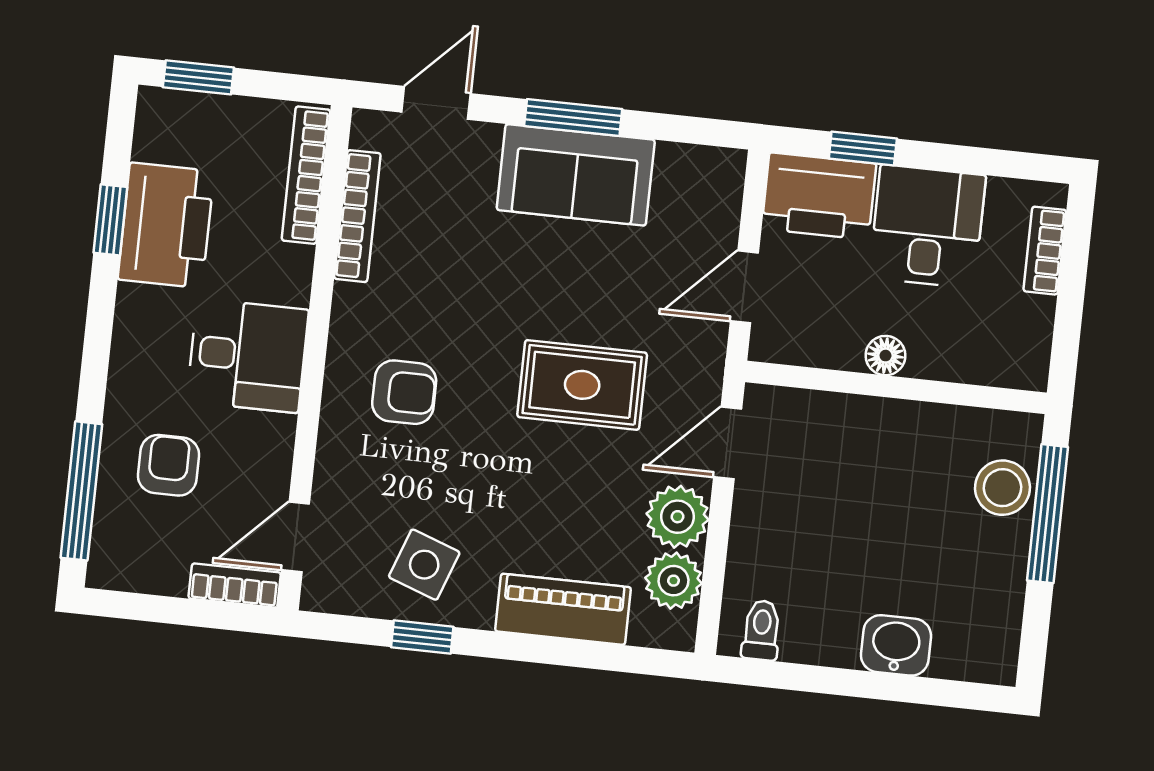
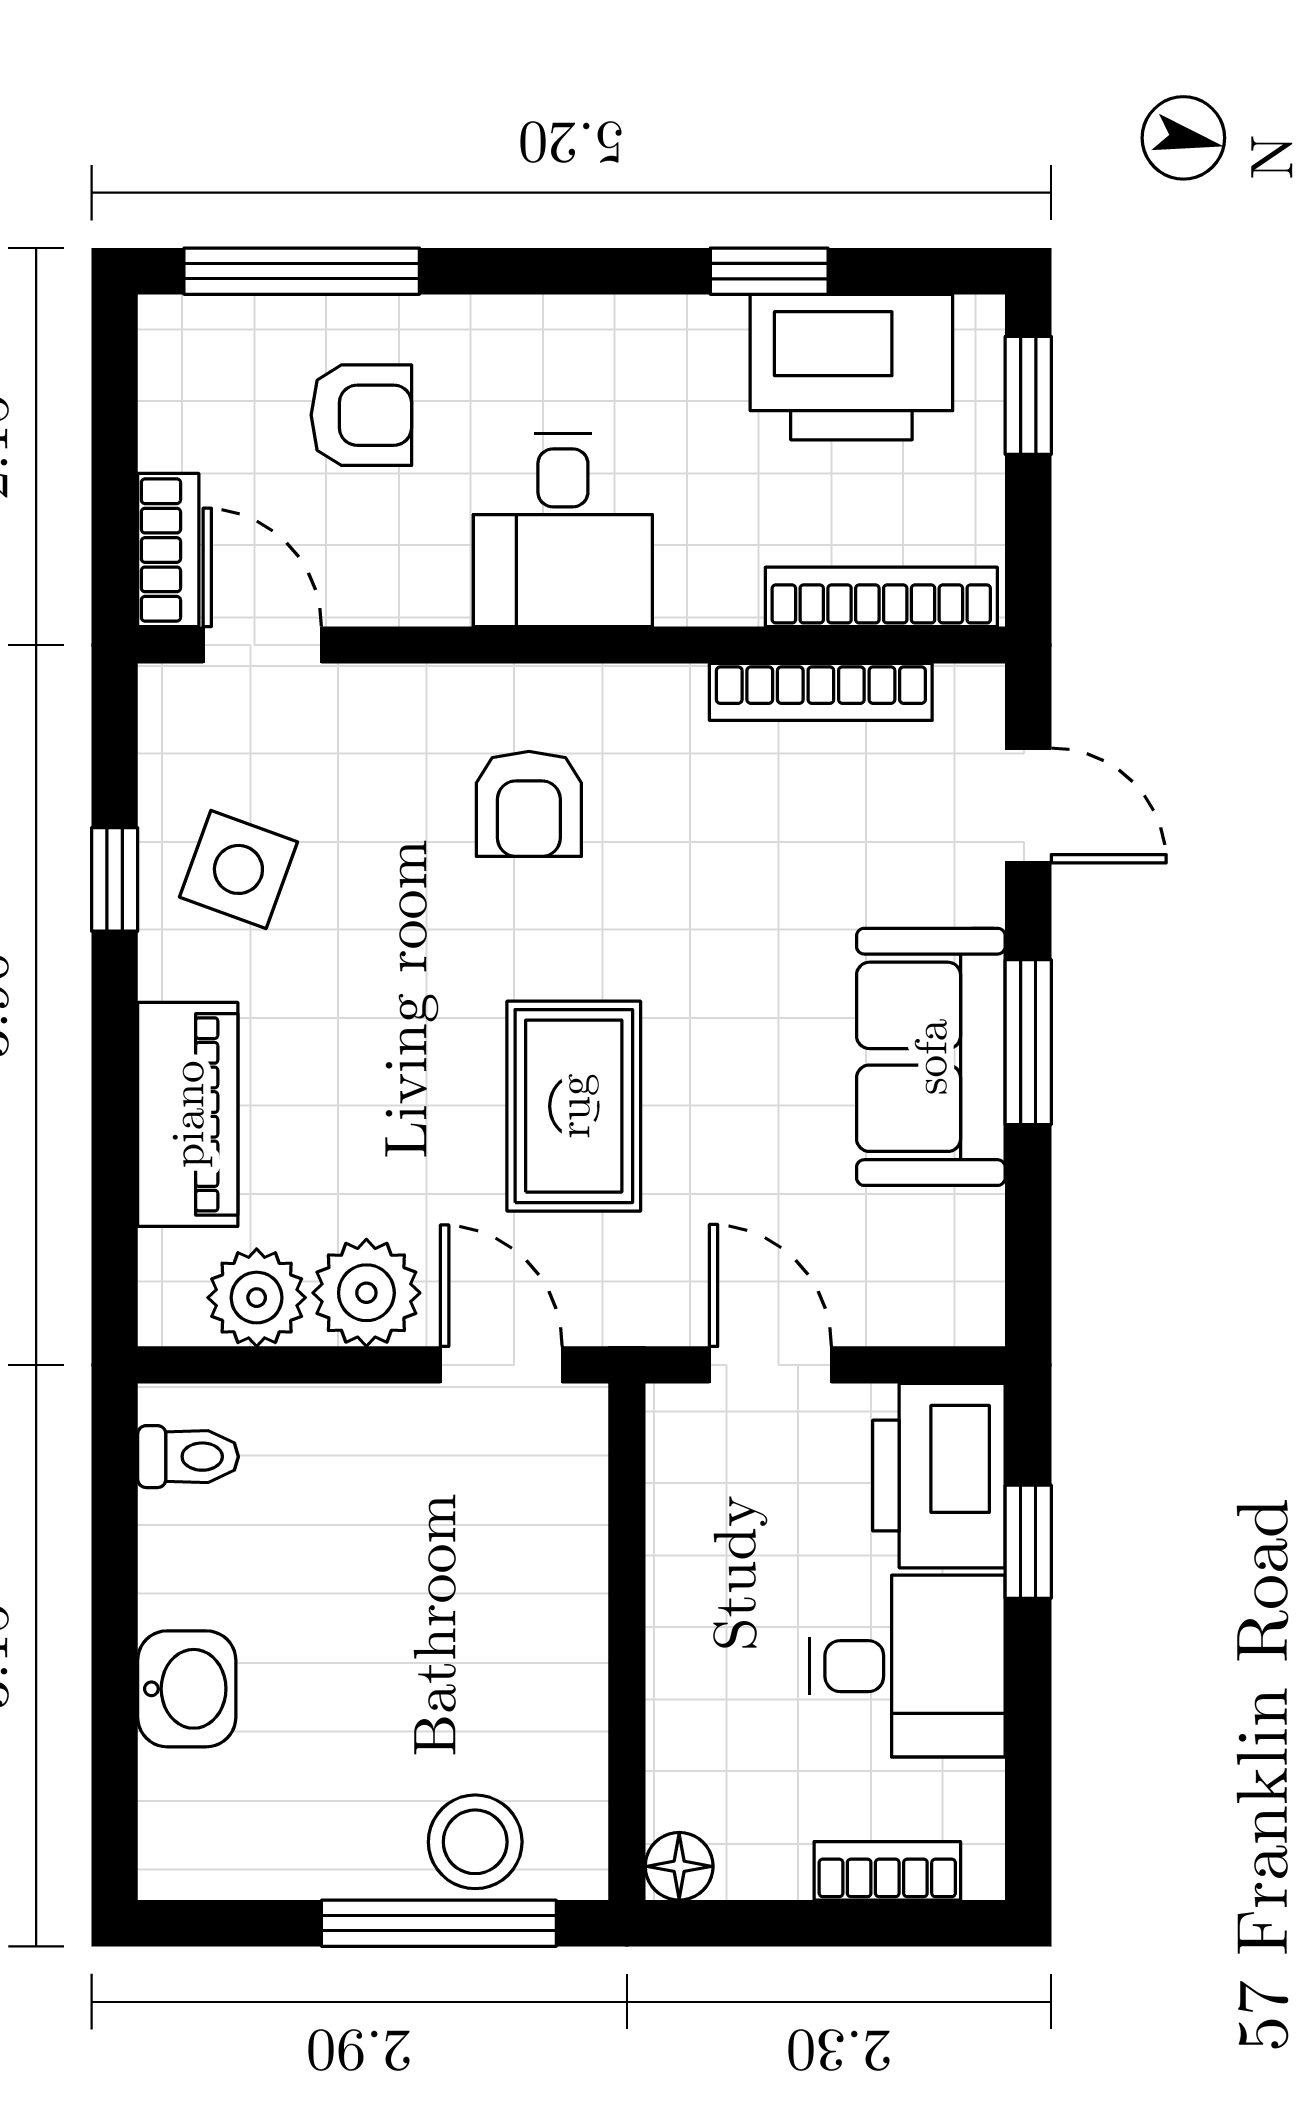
printer: (166, 225) -> (851, 367), moved
floor lamp: (886, 356) -> (679, 1866), moved

